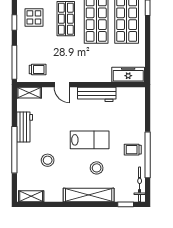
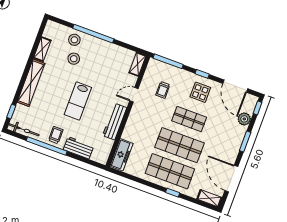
trolley: (38, 69) -> (163, 90), moved
workbench: (25, 127) -> (79, 148), moved, turned 180
stool: (97, 168) -> (74, 40), moved
shelving: (31, 196) -> (42, 49), moved

